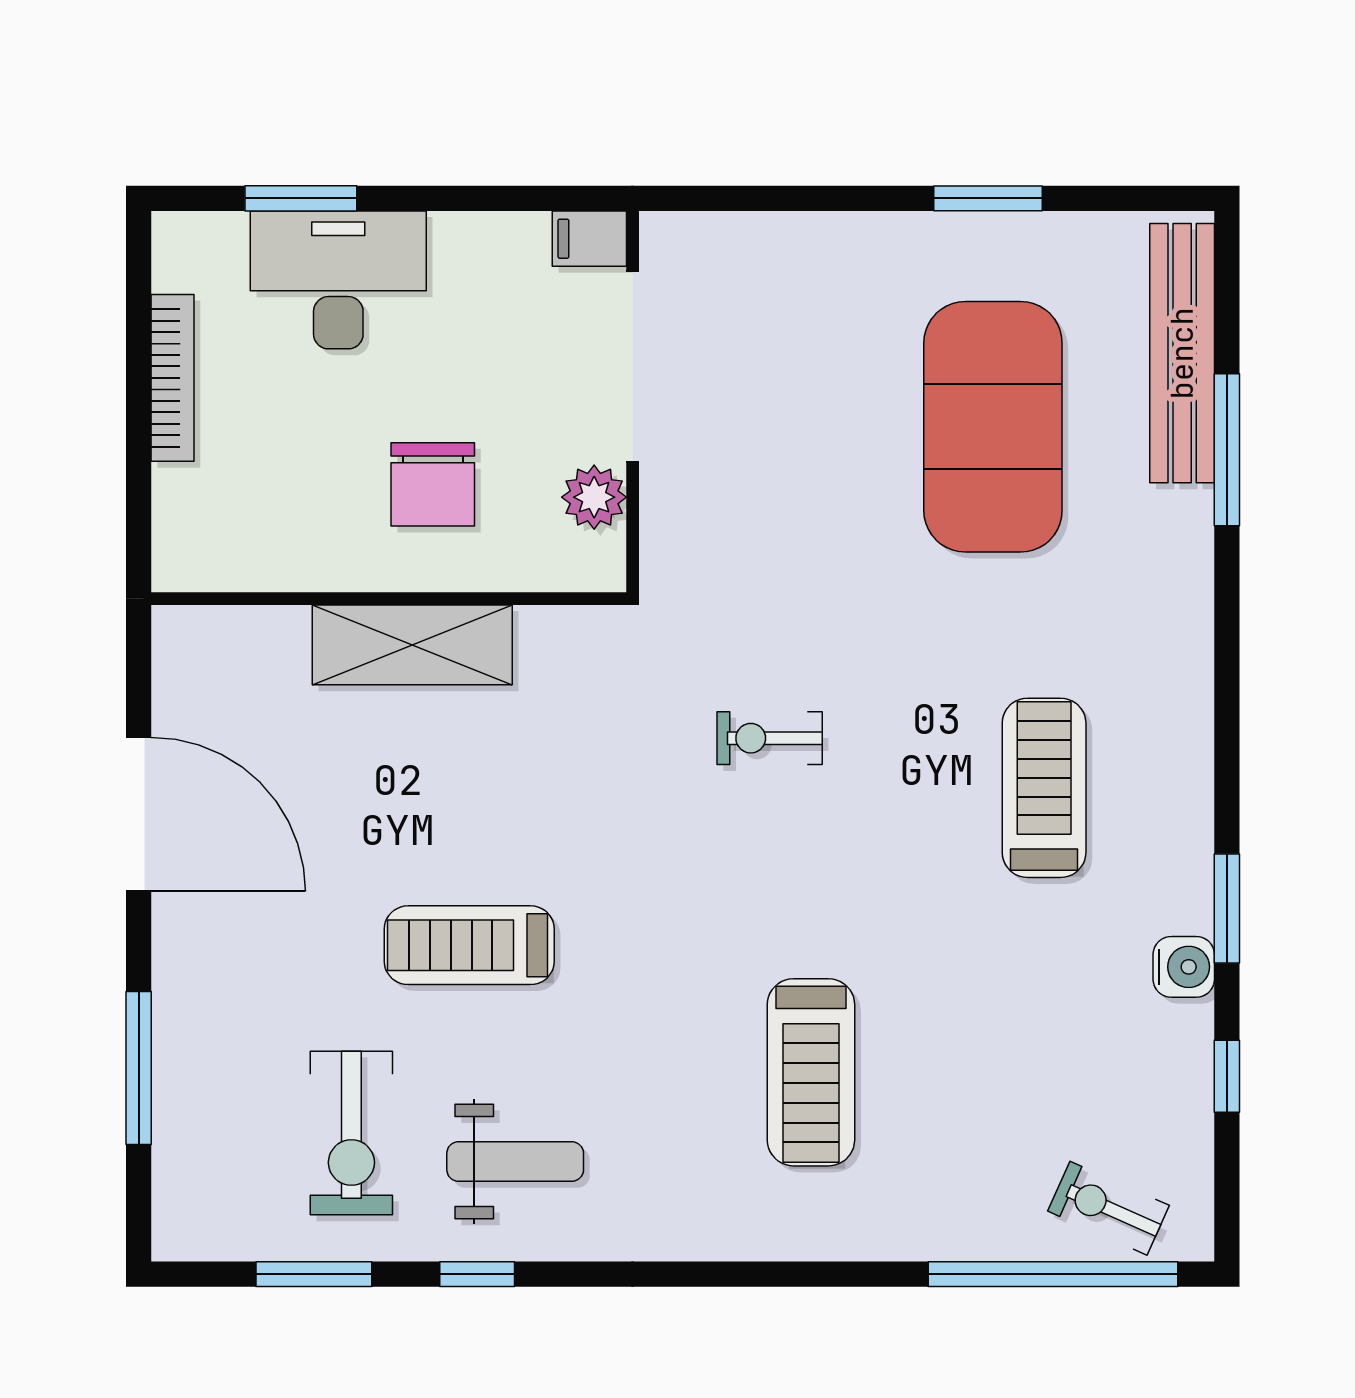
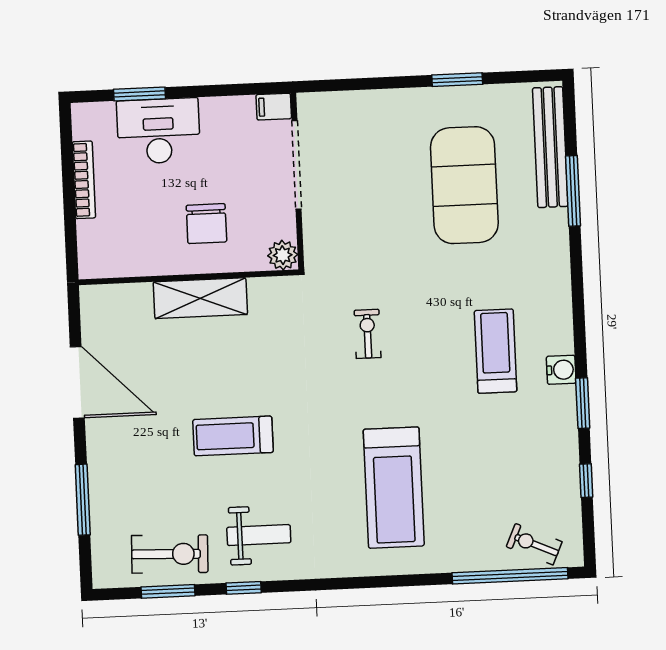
plant: (594, 497) -> (283, 255), moved
exercise bike: (770, 738) -> (368, 334), turned 90
water cooler: (1184, 967) -> (561, 370), moved
treadmill: (811, 1072) -> (394, 488), width x1.37, depth x1.38
exercise bike: (351, 1133) -> (170, 554), moved, turned -88

